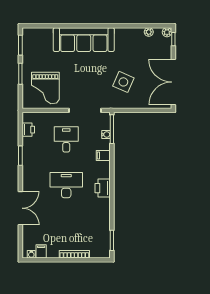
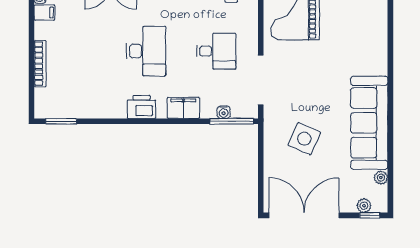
plant: (167, 32) -> (364, 206), moved
sofa: (84, 40) -> (369, 123), moved
filing cabinet: (103, 156) -> (183, 108), width x2.00

